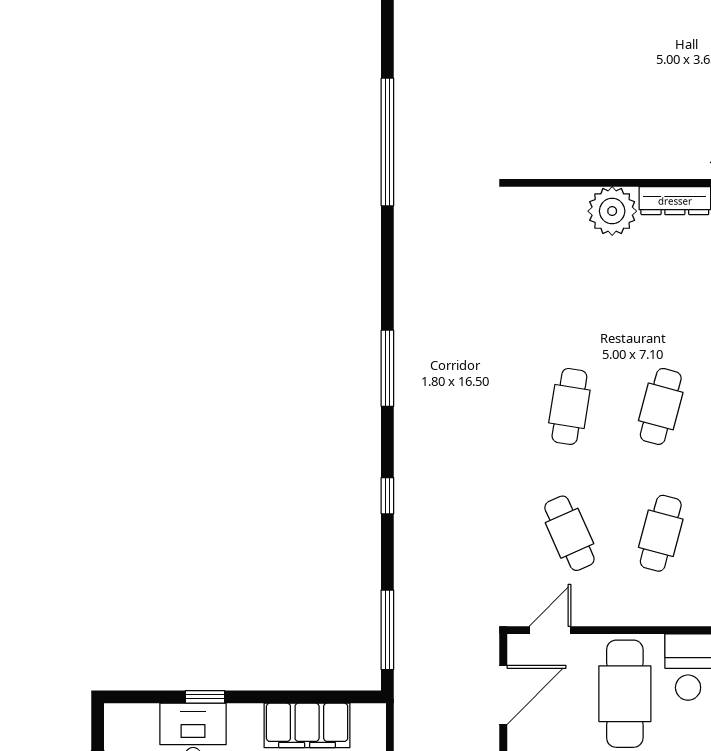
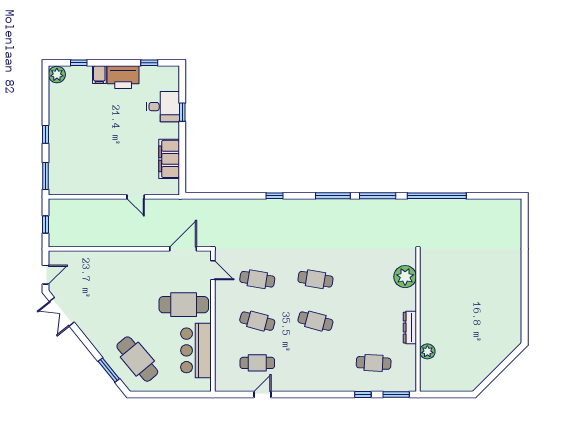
plant: (612, 211) -> (405, 277), moved
cafe table: (569, 533) -> (257, 279), turned 33
window: (387, 630) -> (378, 196), moved
door: (503, 695) -> (183, 249), swing flipped

